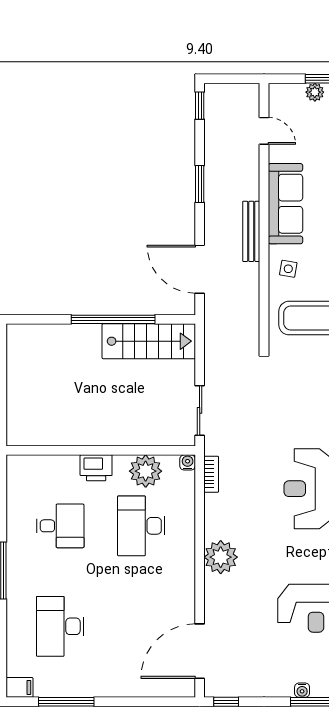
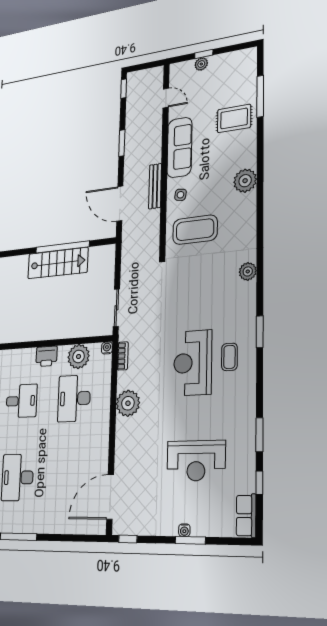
bench: (251, 231) -> (155, 186), moved
stairs: (149, 341) -> (58, 263), moved
plant: (221, 557) -> (128, 403), moved

